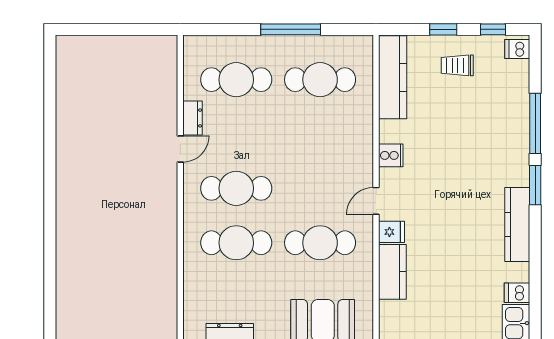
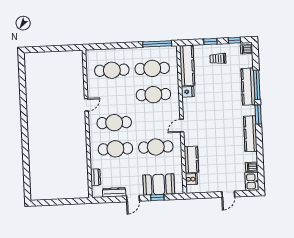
window: (291, 29) -> (157, 44), moved
dresser: (193, 118) -> (96, 177), moved
kitchen counter: (517, 126) -> (248, 87), added
cafe table: (320, 134) -> (153, 95), added
cooker: (391, 155) -> (191, 179), moved
fridge: (391, 232) -> (188, 92), moved

